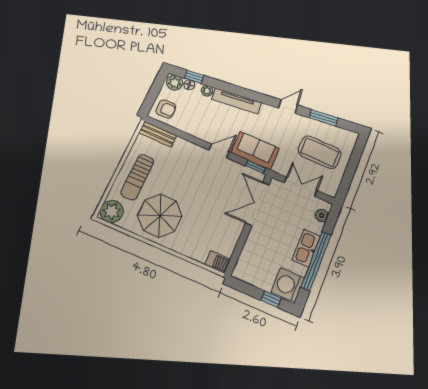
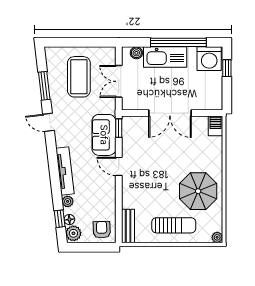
double door: (257, 204) -> (170, 113), moved
plant: (112, 211) -> (217, 237), width x0.53, depth x0.53
kitchen sink: (306, 248) -> (165, 57), width x1.36, depth x1.24

